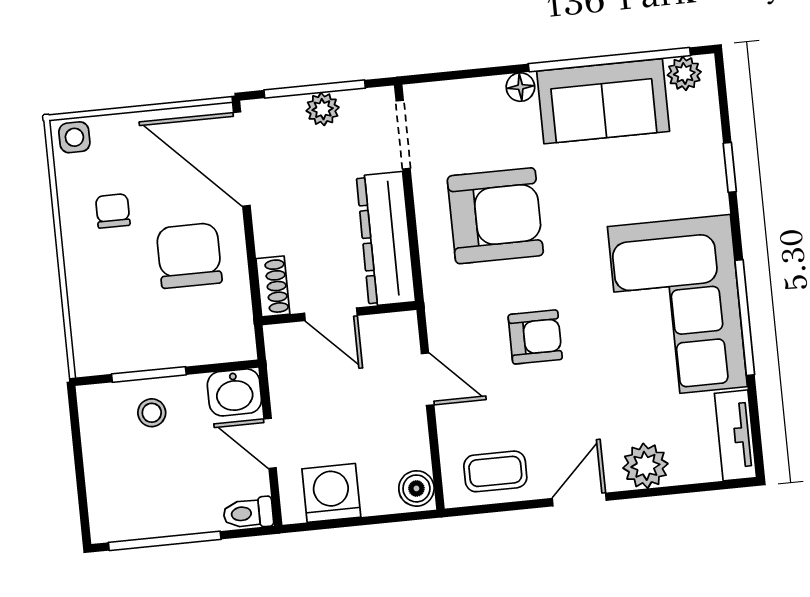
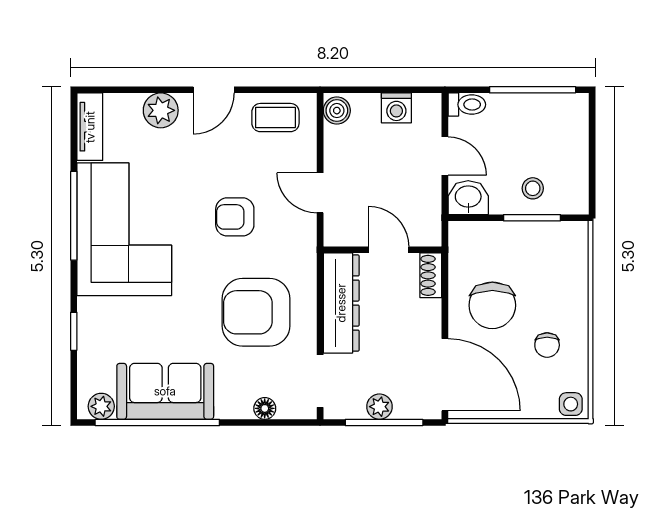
floor lamp: (520, 87) -> (265, 408), moved
washing machine: (331, 493) -> (396, 108), width x0.73, depth x0.73

